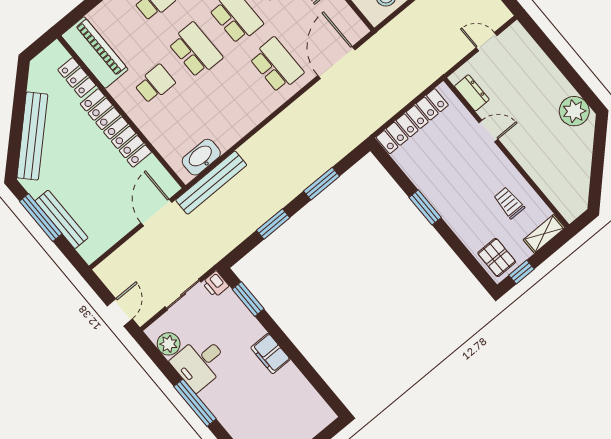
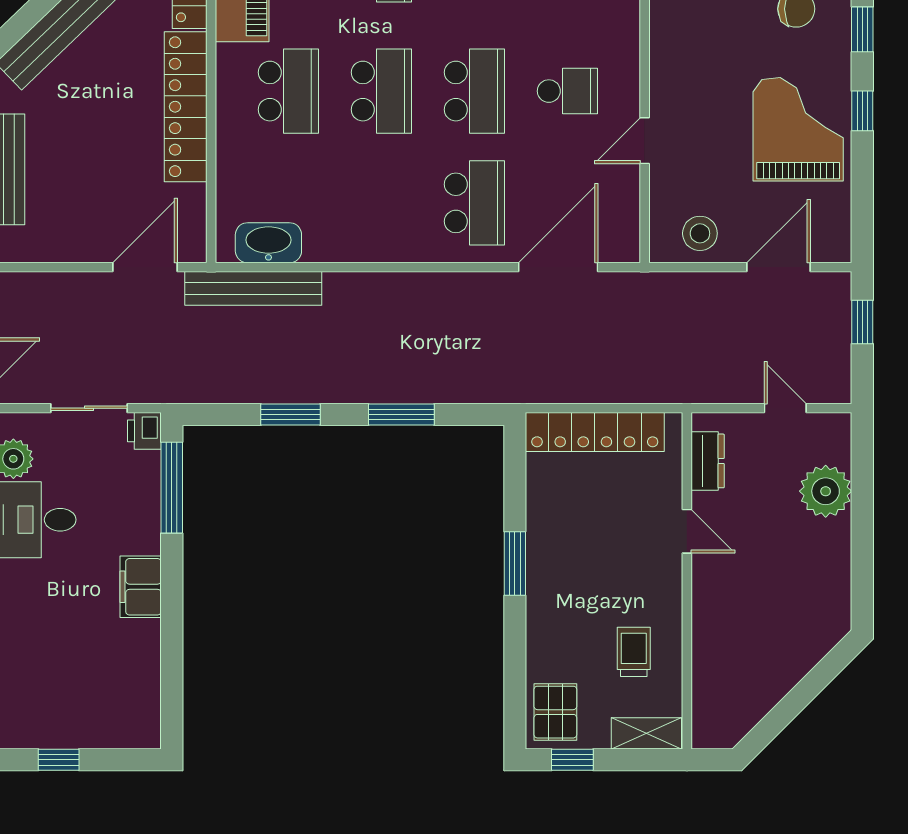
school desk: (155, 84) -> (288, 91), width x1.85
plant: (574, 111) -> (826, 491), moved
window: (248, 299) -> (172, 488), width x1.44

